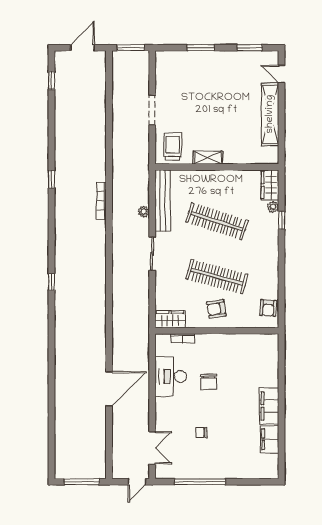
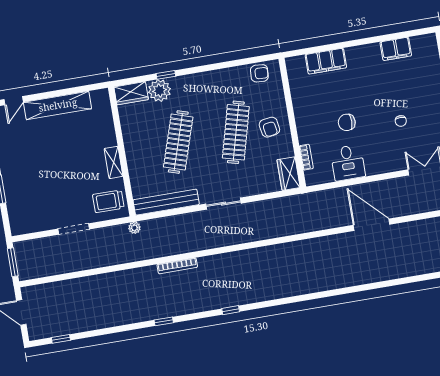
plant: (273, 207) -> (159, 91), width x1.88, depth x1.88
plant: (144, 212) -> (134, 228), moved
window: (52, 282) -> (231, 310), moved
desk: (171, 376) -> (348, 163), width x0.73
chair: (209, 382) -> (347, 122), turned 180
filing cabinet: (269, 406) -> (326, 61), moved

